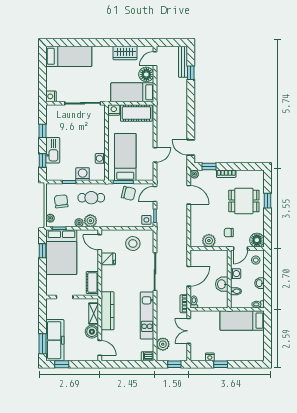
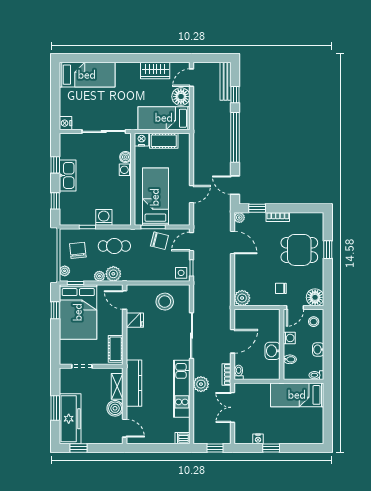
window: (191, 108) -> (235, 137), added
cot: (136, 113) -> (164, 141), width x0.73, depth x0.75
boiler: (101, 124) -> (125, 157), added
kitchen sink: (53, 150) -> (68, 175), moved
washing machine: (100, 158) -> (125, 170), moved
plant: (209, 241) -> (242, 298), moved
window: (43, 344) -> (55, 408), moved
plant: (163, 344) -> (201, 384), moved

